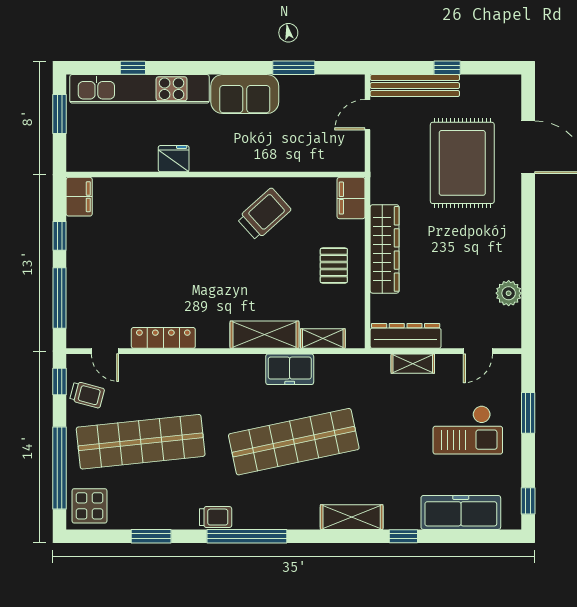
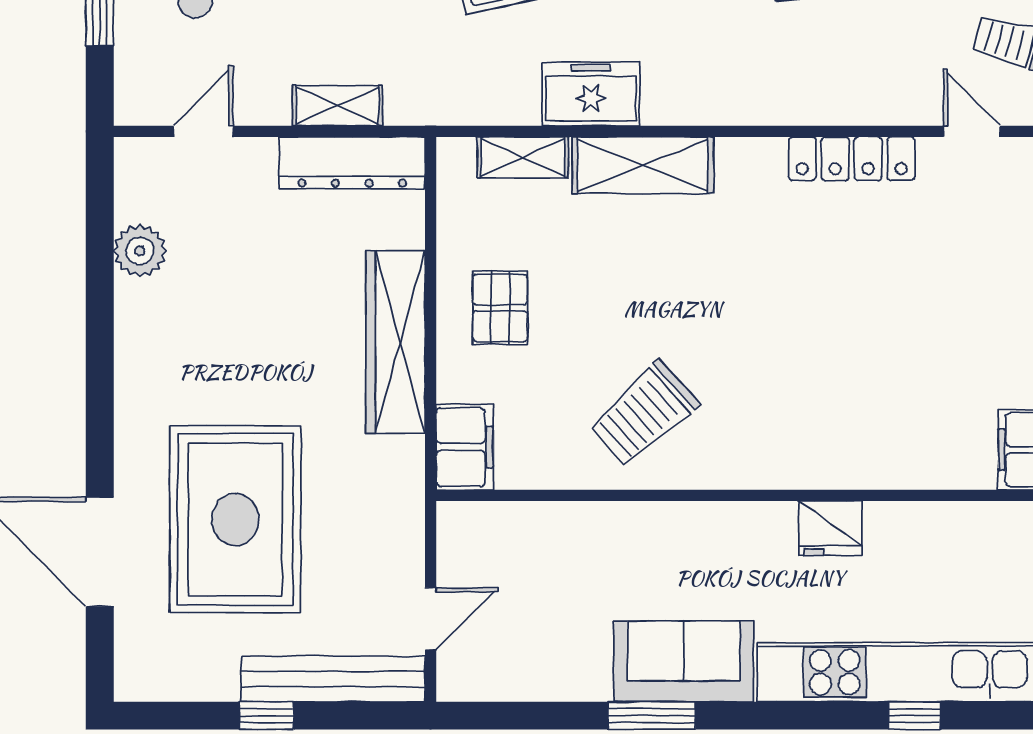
window: (294, 68) -> (652, 716), moved

